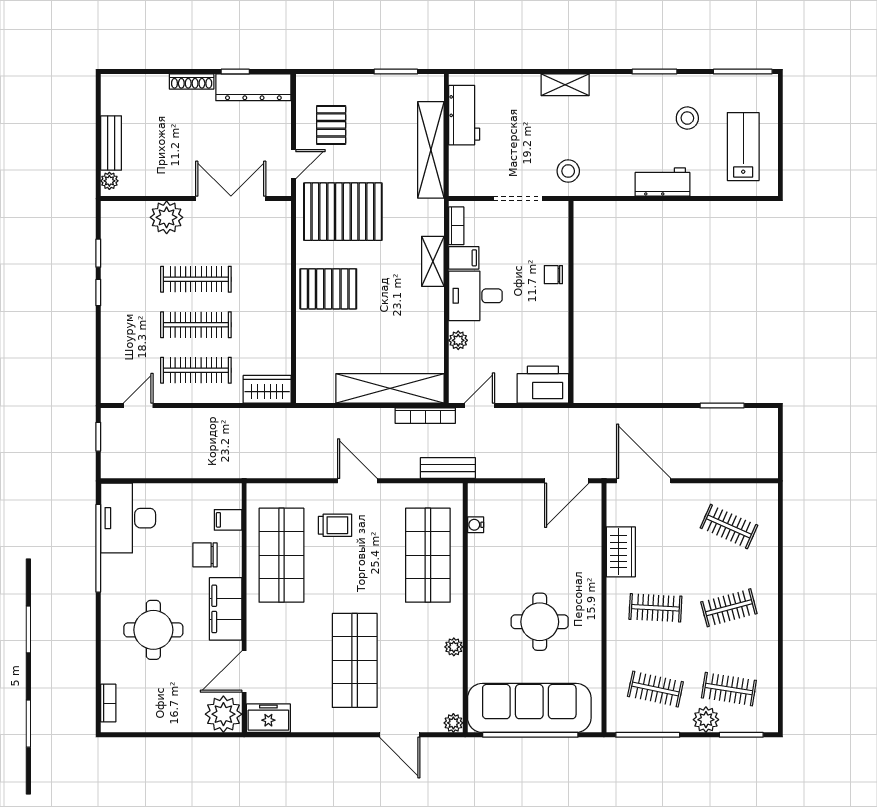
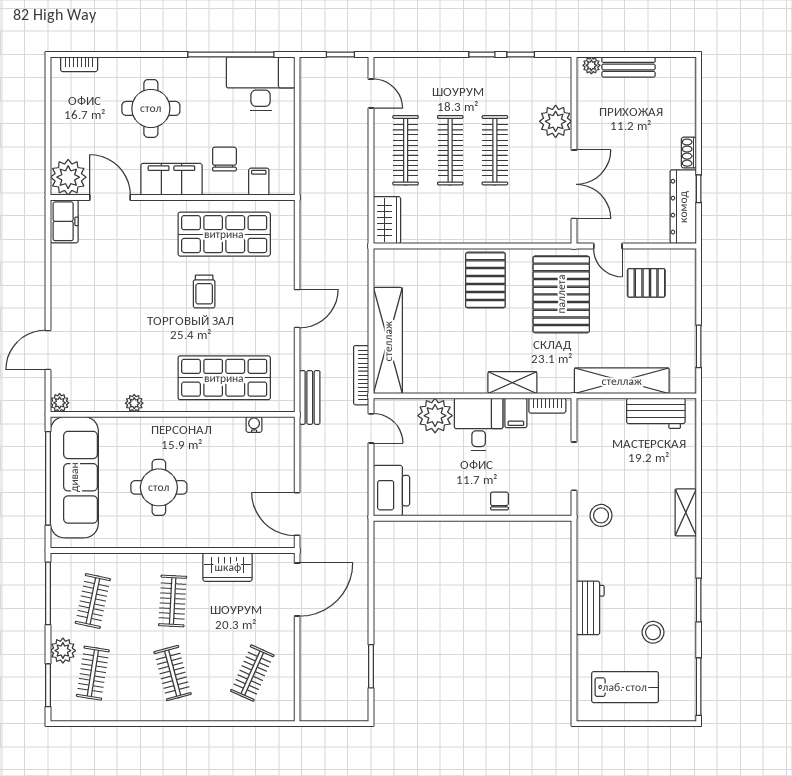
shoe rack: (192, 82) -> (689, 153), width x0.70
plant: (458, 340) -> (435, 416), width x1.87, depth x1.87
trolley: (335, 525) -> (204, 292), moved
shop shelf: (355, 660) -> (121, 306), removed

